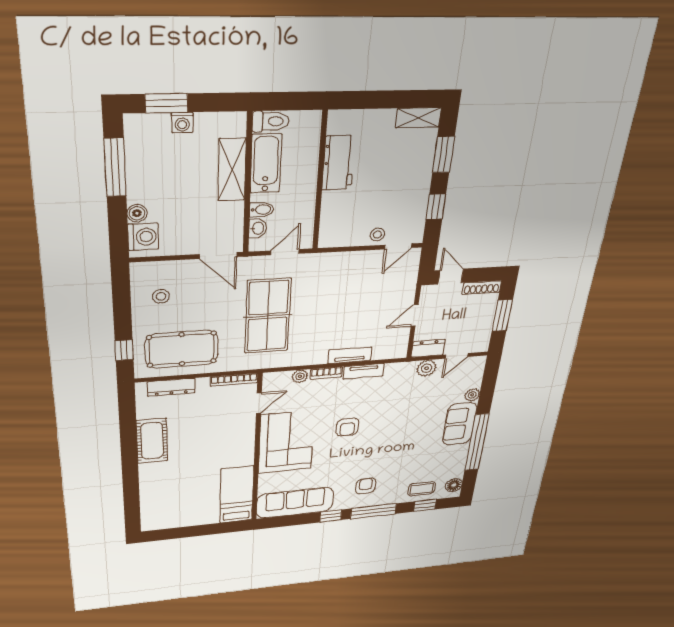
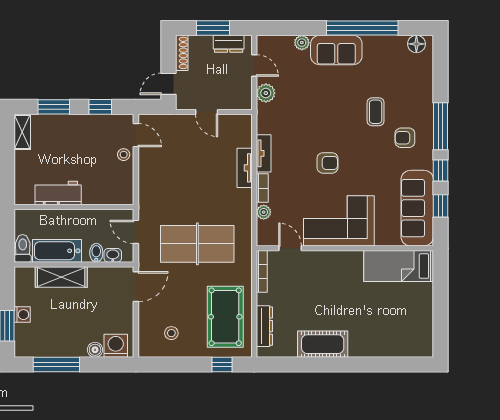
dresser: (428, 348) -> (229, 44), moved, turned -90
coffee table: (422, 489) -> (376, 112), moved
window: (425, 505) -> (441, 206), moved

